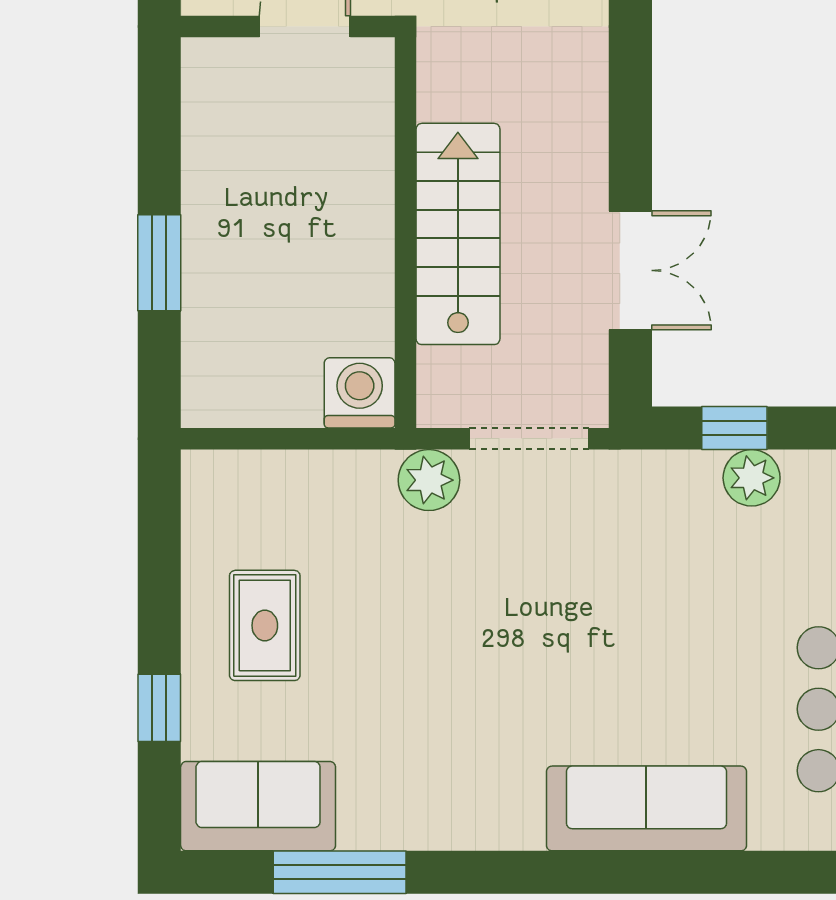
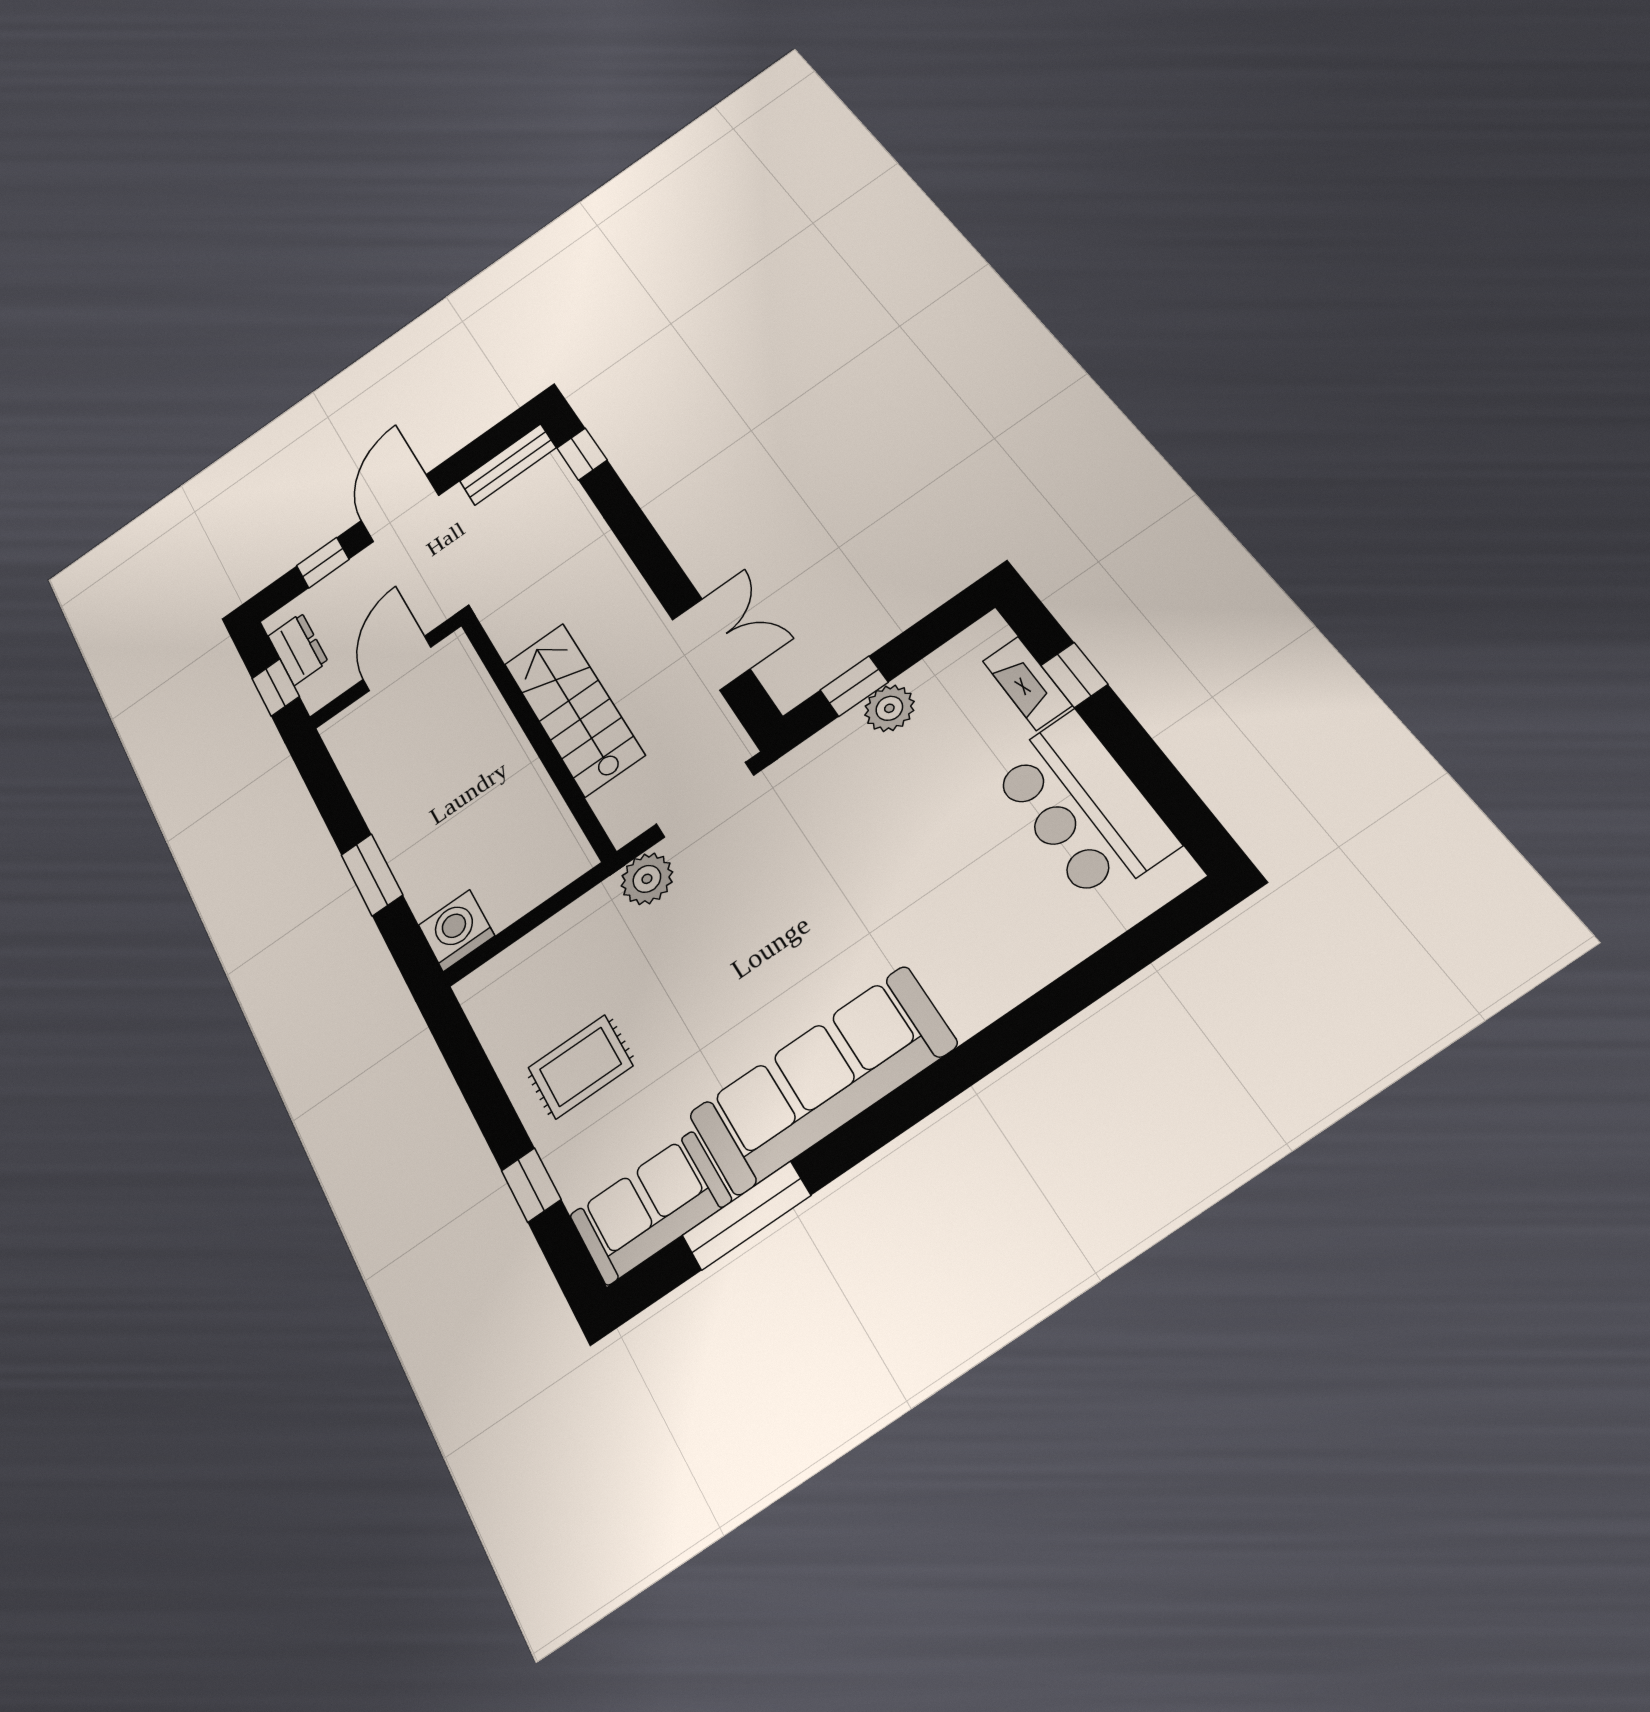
washing machine: (360, 393) -> (456, 930), moved
rug: (265, 625) -> (580, 1067), turned 90
sofa: (646, 808) -> (822, 1080), moved, width x1.36, depth x1.27

